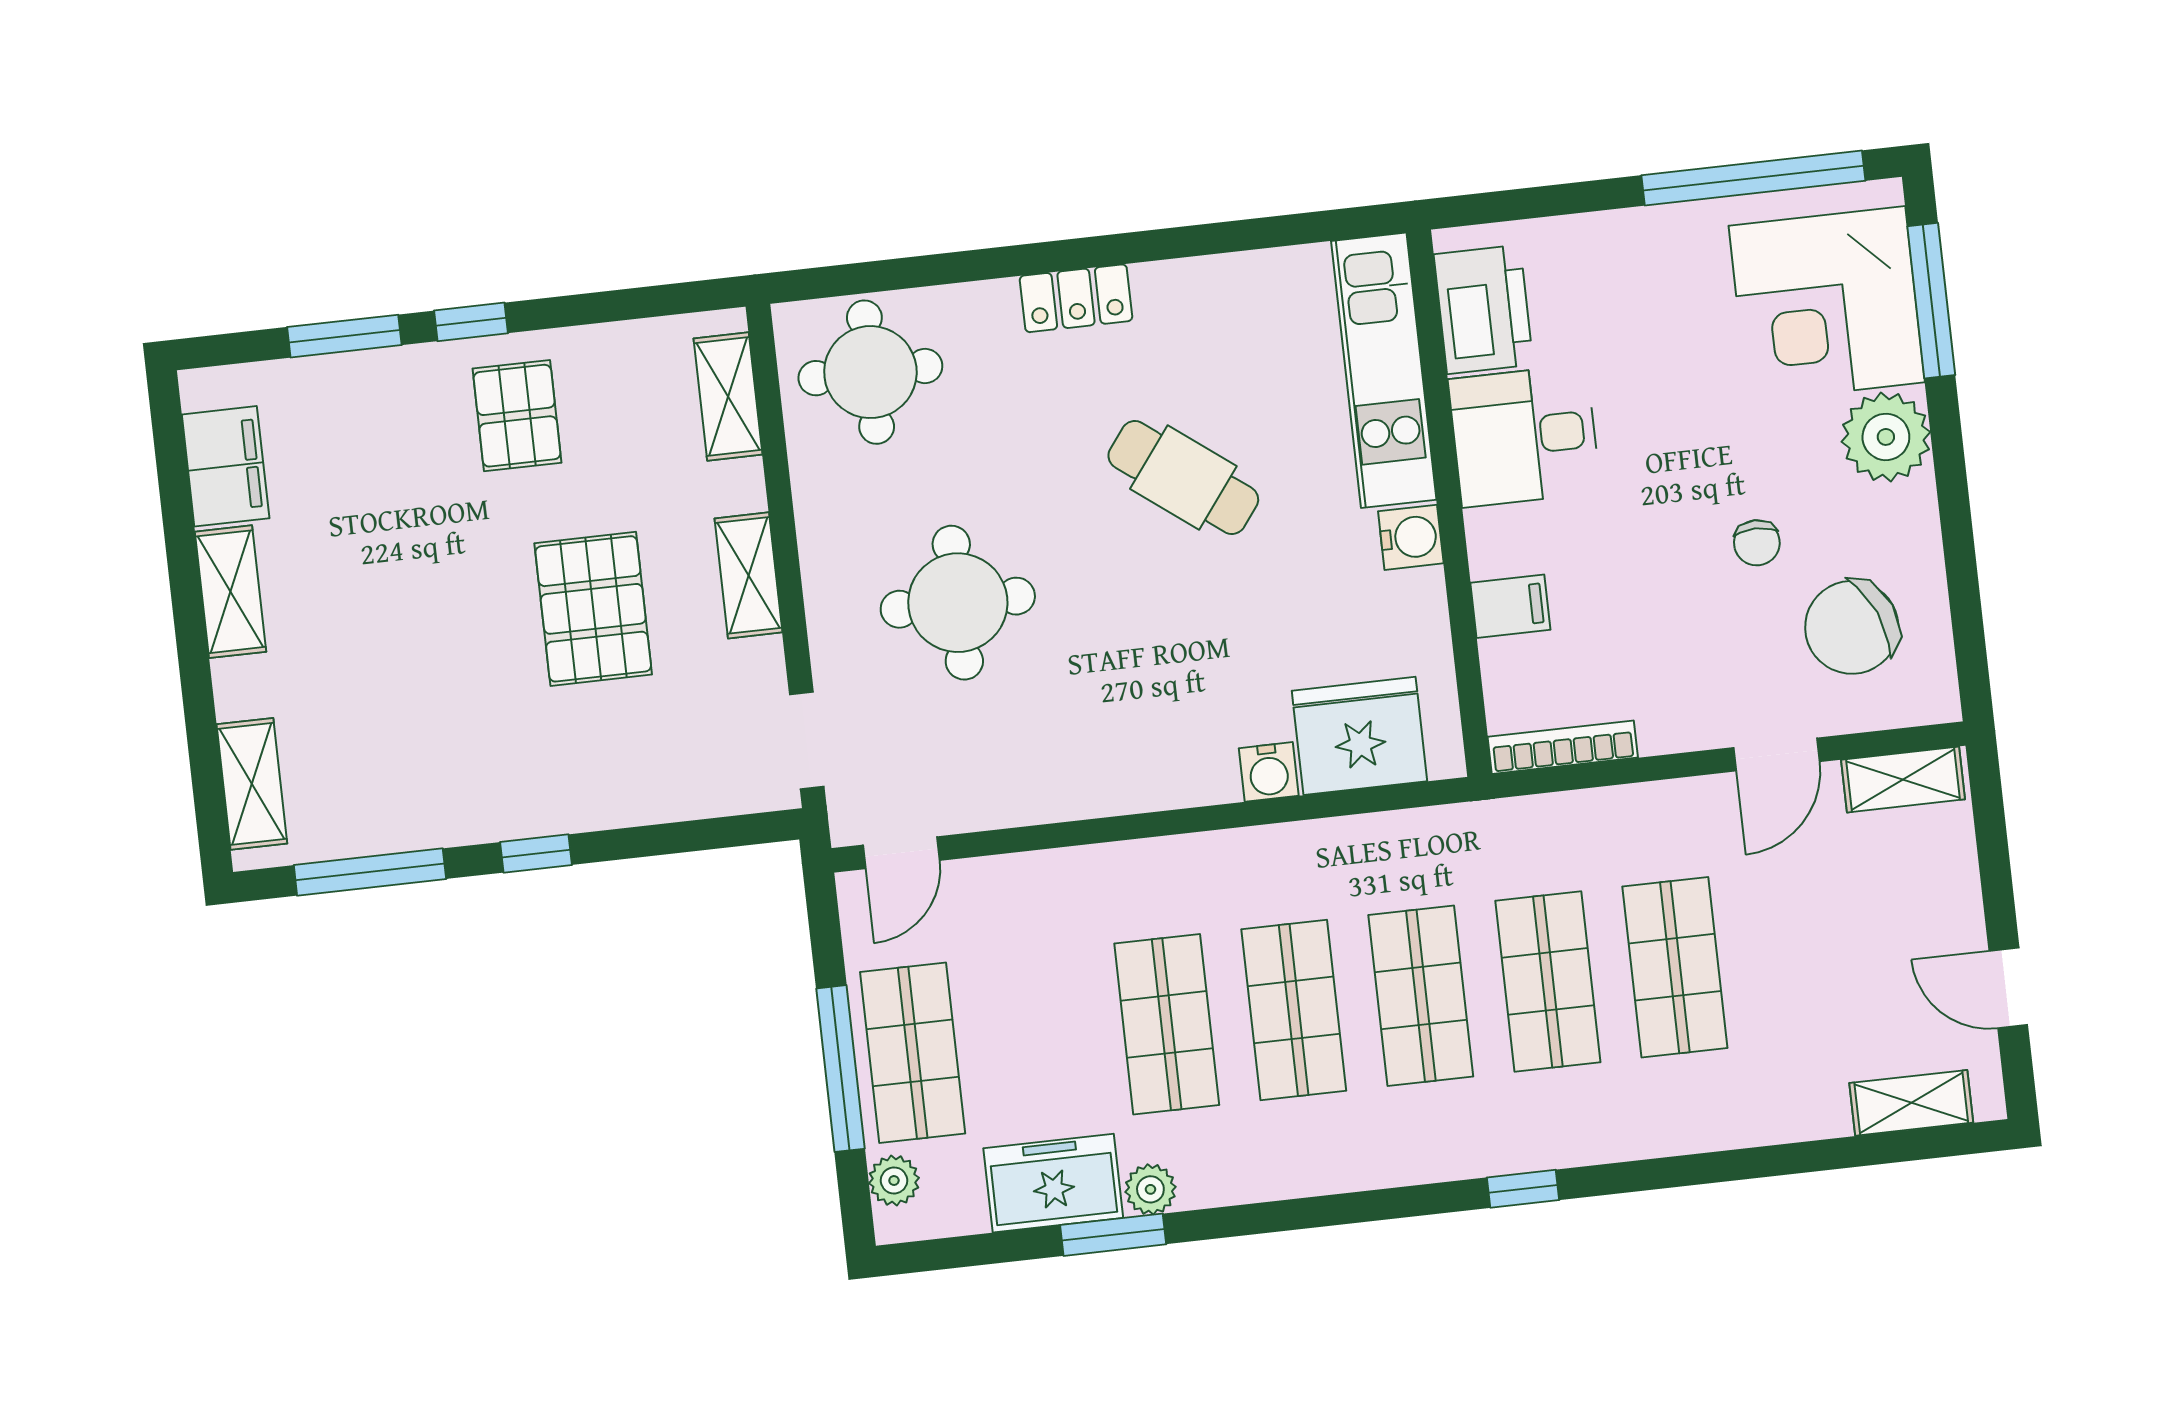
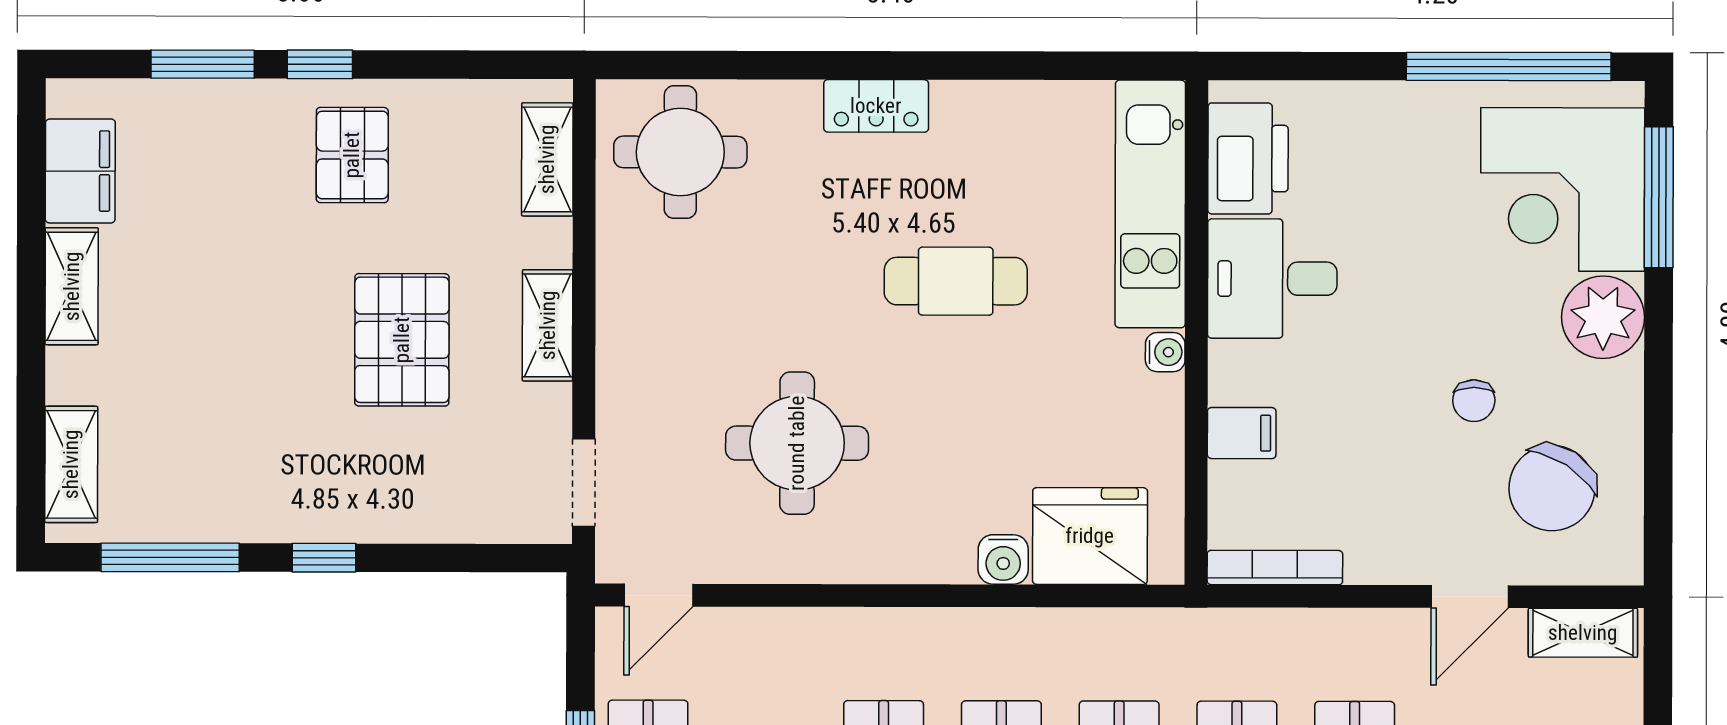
cafe table: (1183, 478) -> (956, 281), turned -37
water cooler: (1411, 537) -> (1165, 352), width x0.72, depth x0.72
round table: (958, 603) -> (797, 443), moved
chair: (1852, 627) -> (1552, 488), turned -34

